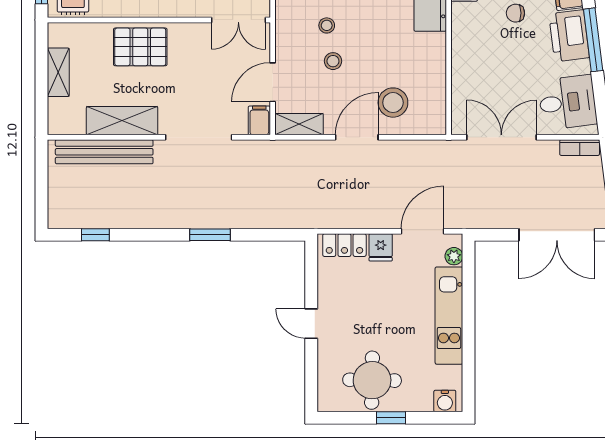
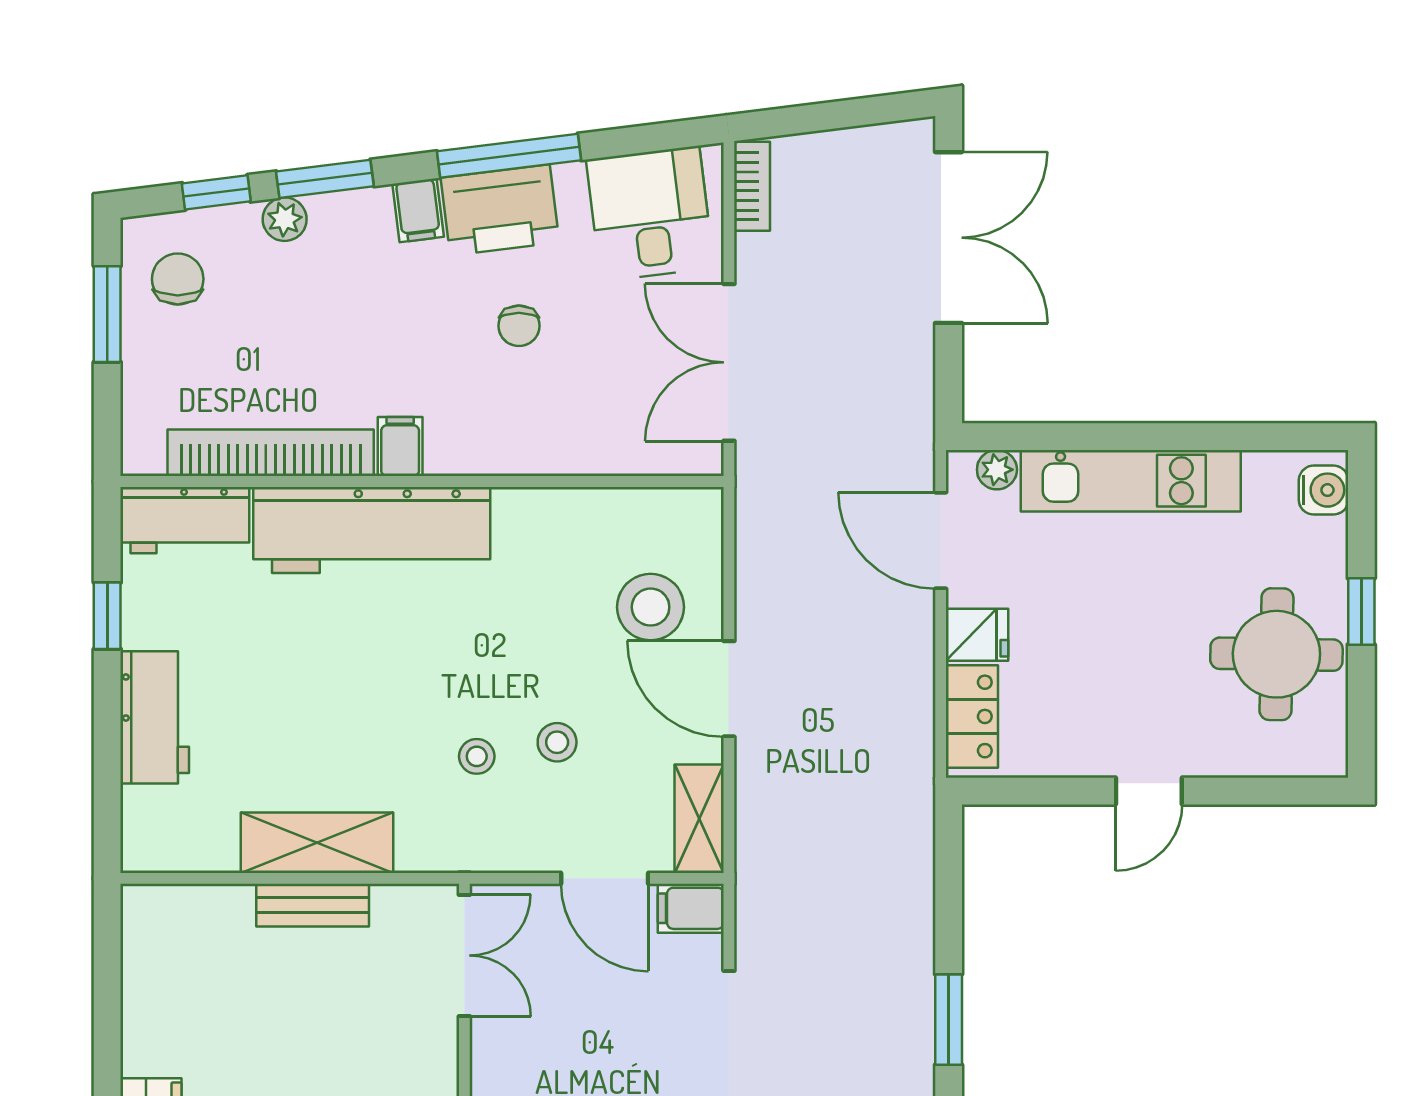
chair: (515, 13) -> (519, 326), moved

